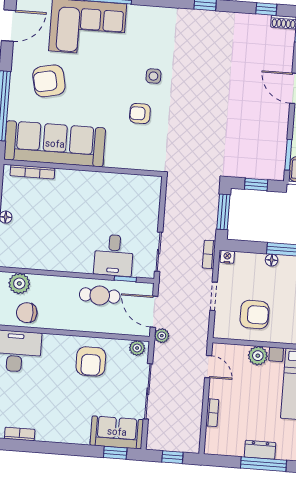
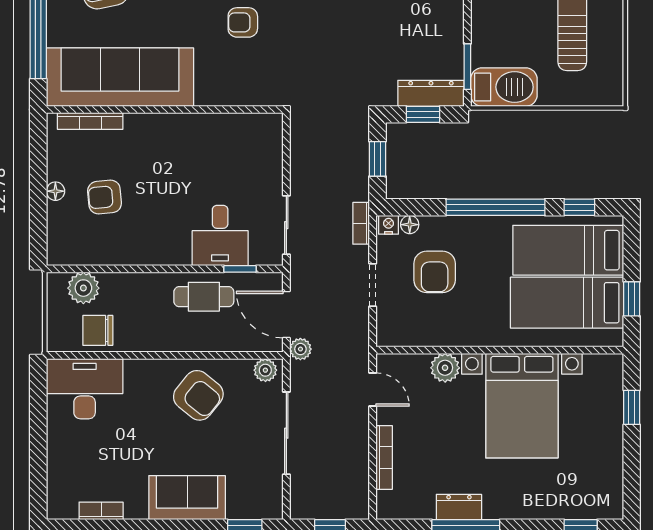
dresser: (263, 171) -> (431, 93), added
window: (223, 212) -> (378, 159), width x0.67
armchair: (38, 224) -> (105, 197), added
floor lamp: (272, 260) -> (410, 225), moved
armchair: (254, 315) -> (435, 272), moved, turned 90
armchair: (91, 361) -> (198, 395), turned -51
bookcase: (212, 413) -> (384, 457), width x1.56
sofa: (117, 432) -> (187, 498), moved

